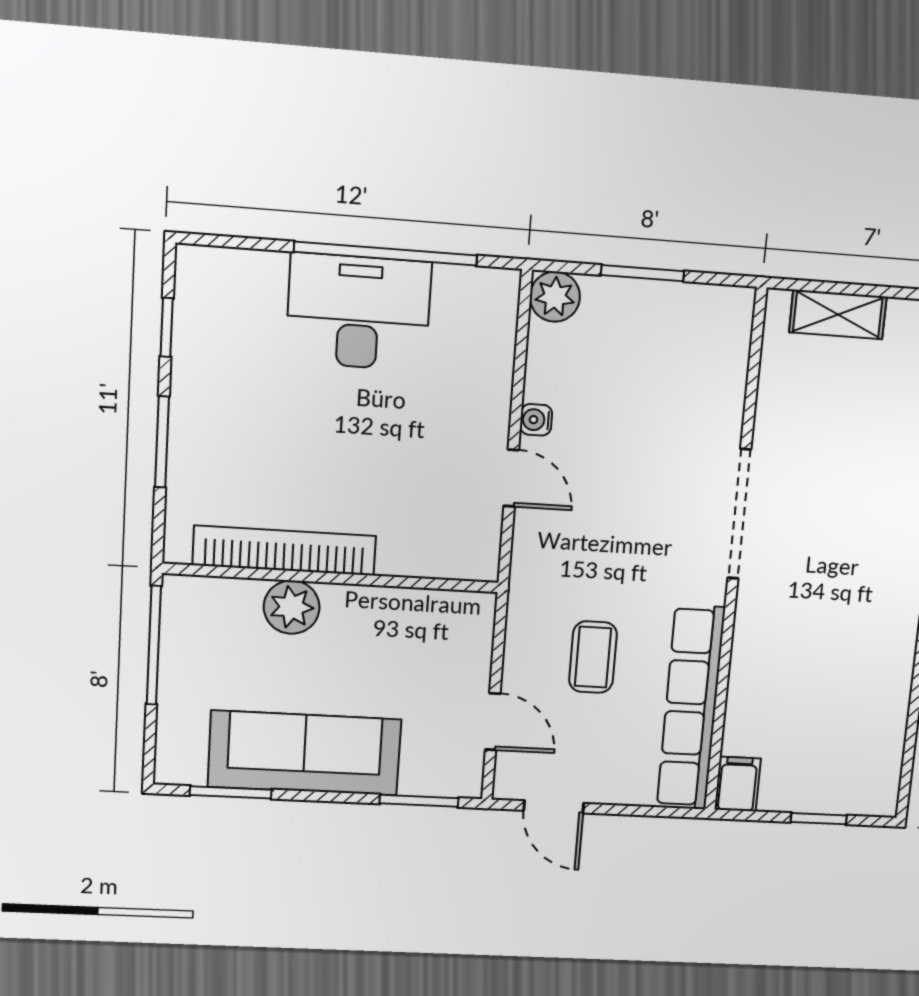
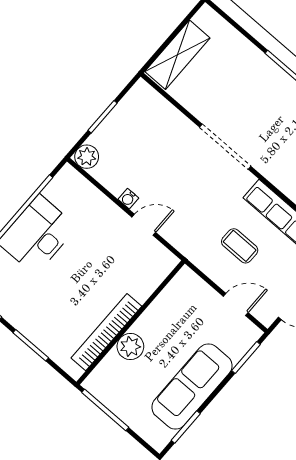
shelving: (838, 314) -> (177, 55), width x1.50, depth x1.33

